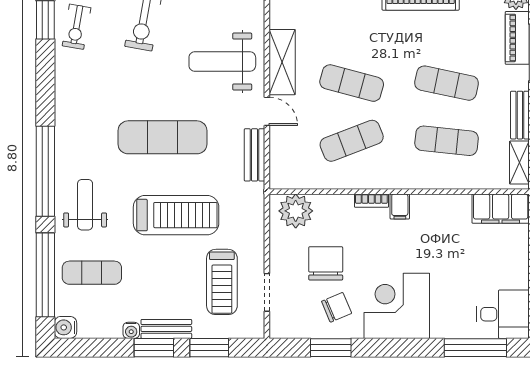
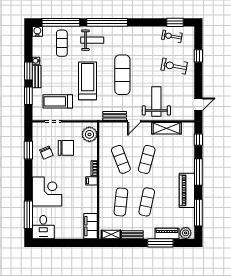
shelving: (282, 62) -> (167, 128), moved
treadmill: (176, 215) -> (88, 81), turned 180
corner desk: (397, 306) -> (47, 192), moved

